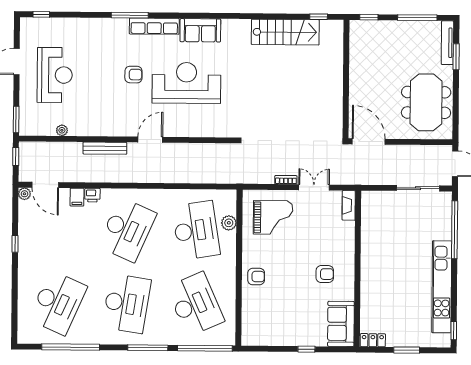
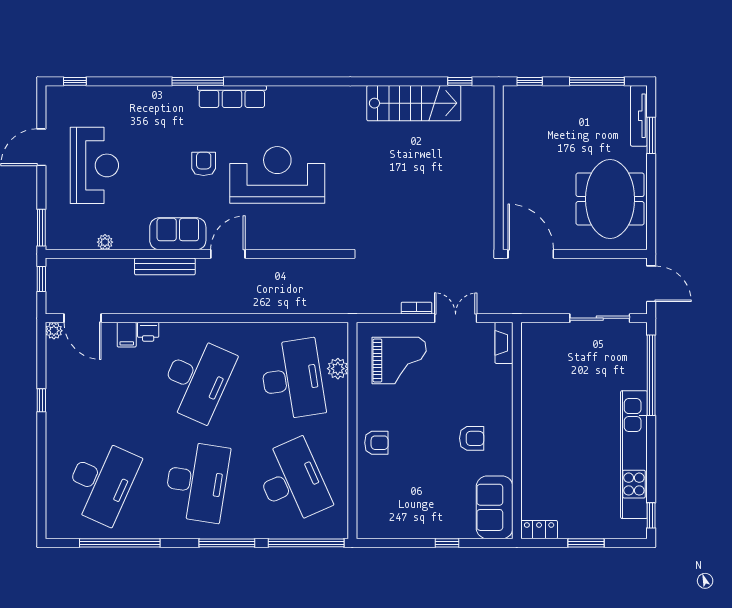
sofa: (200, 30) -> (178, 234), moved, turned 180
armchair: (133, 75) -> (204, 164), turned -90

